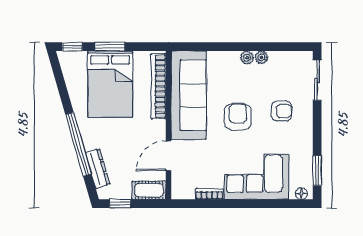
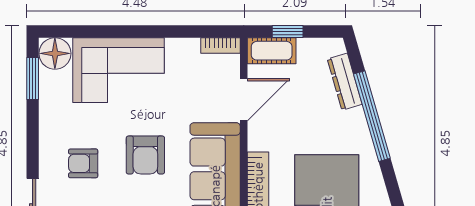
bookcase: (209, 194) -> (220, 45), moved
floor lamp: (301, 194) -> (55, 53), width x1.89, depth x1.89
window: (120, 204) -> (288, 31), moved

